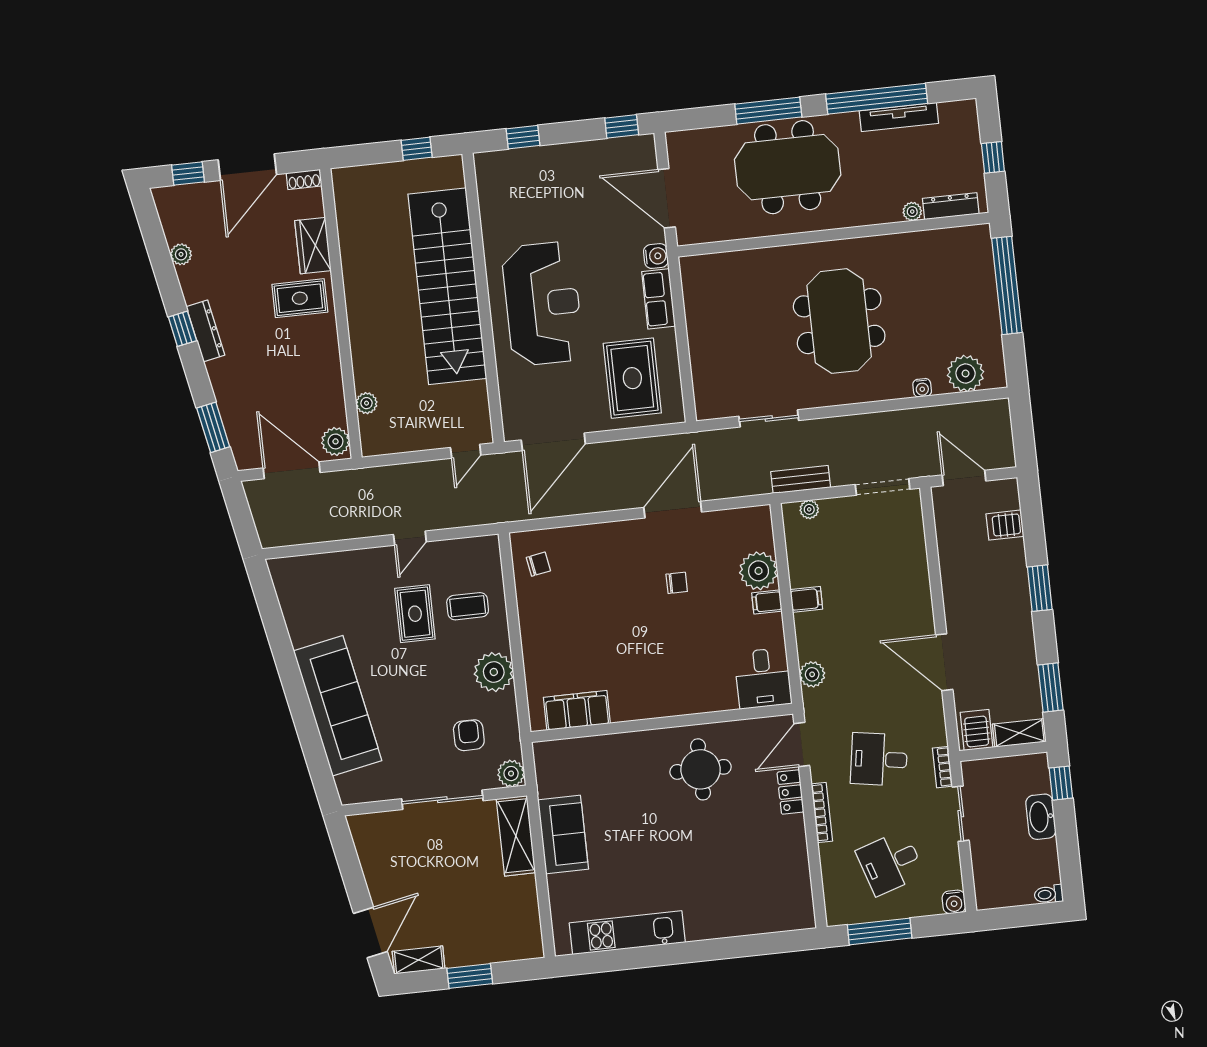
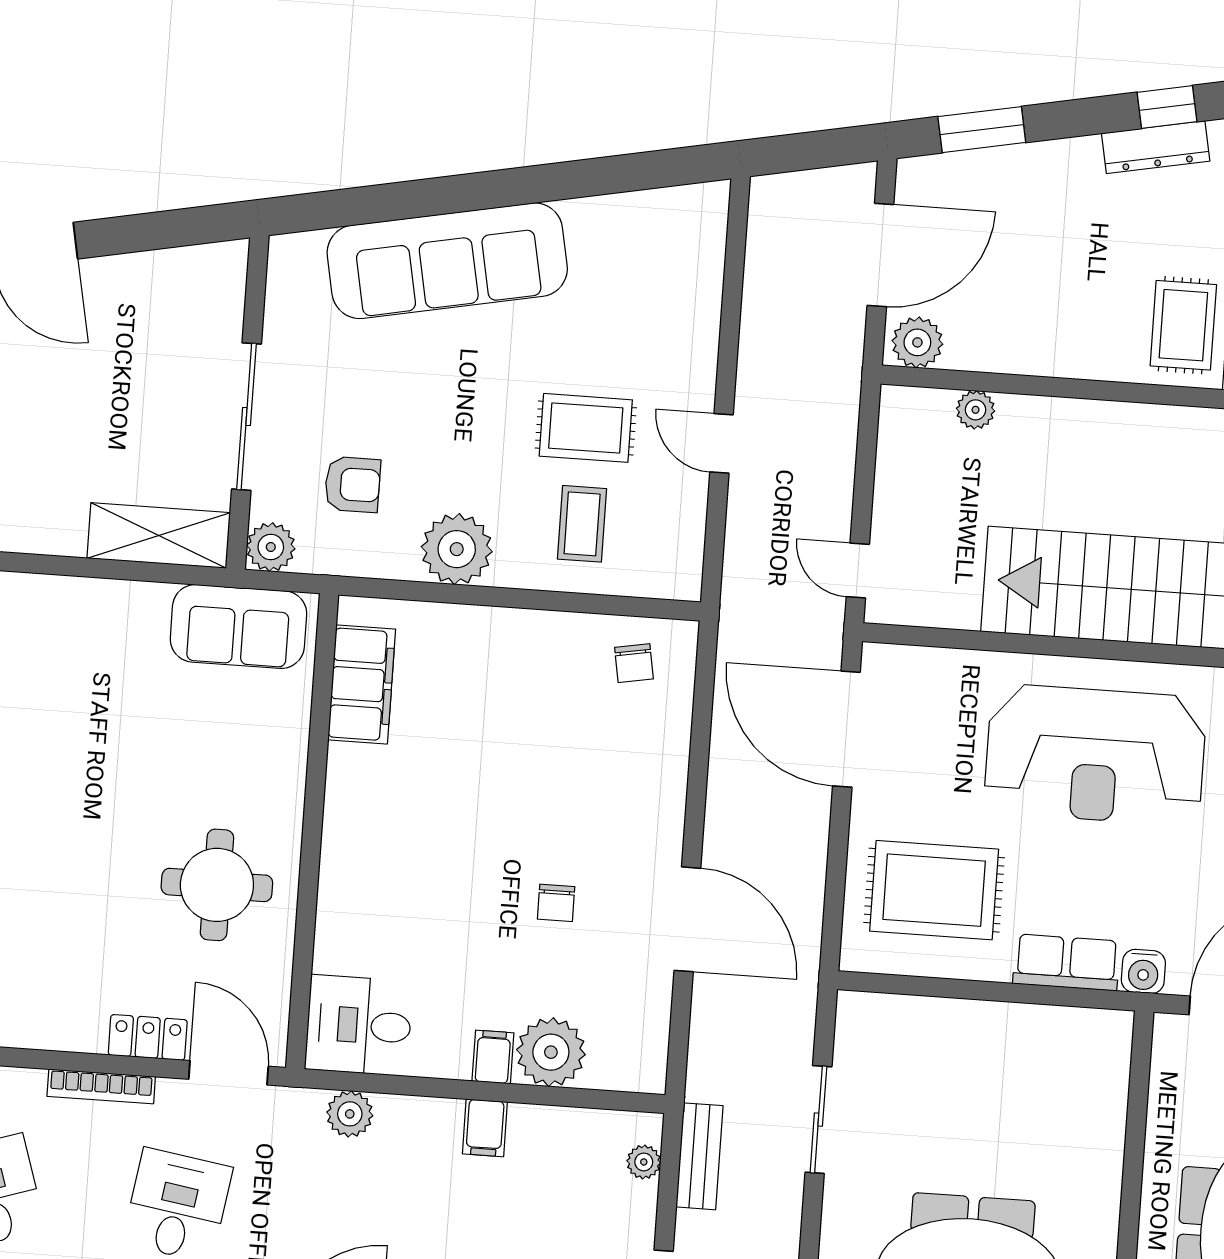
sofa: (563, 835) -> (238, 626), moved

